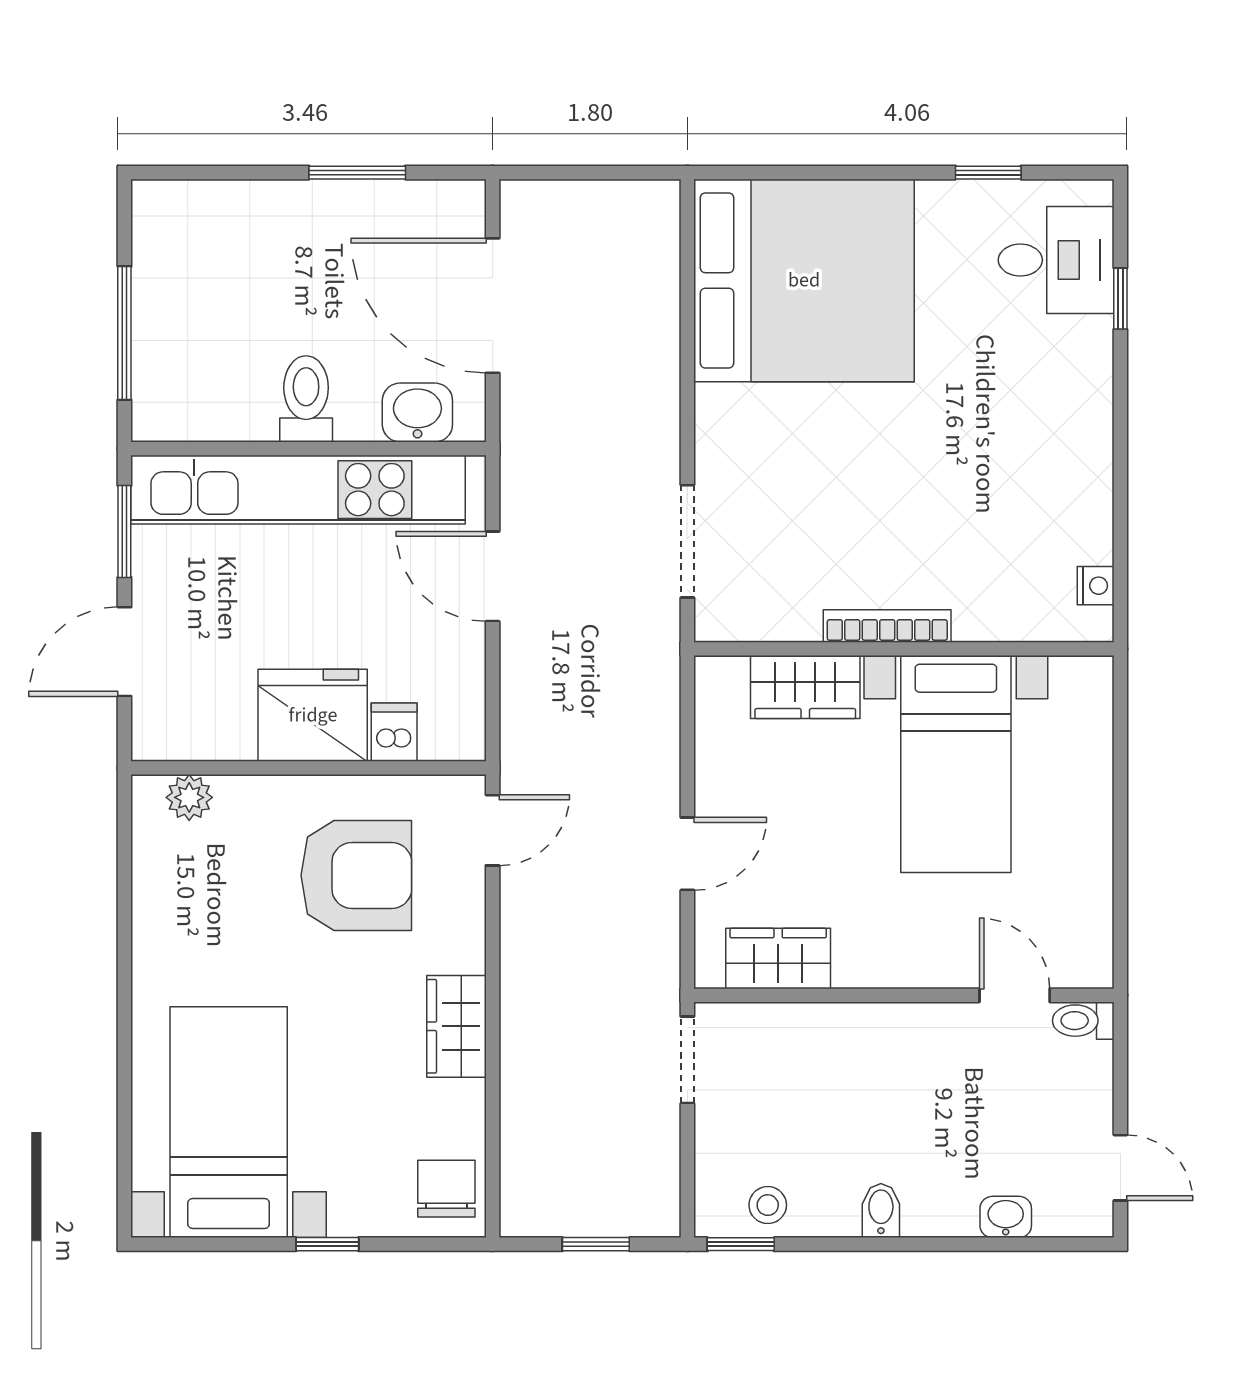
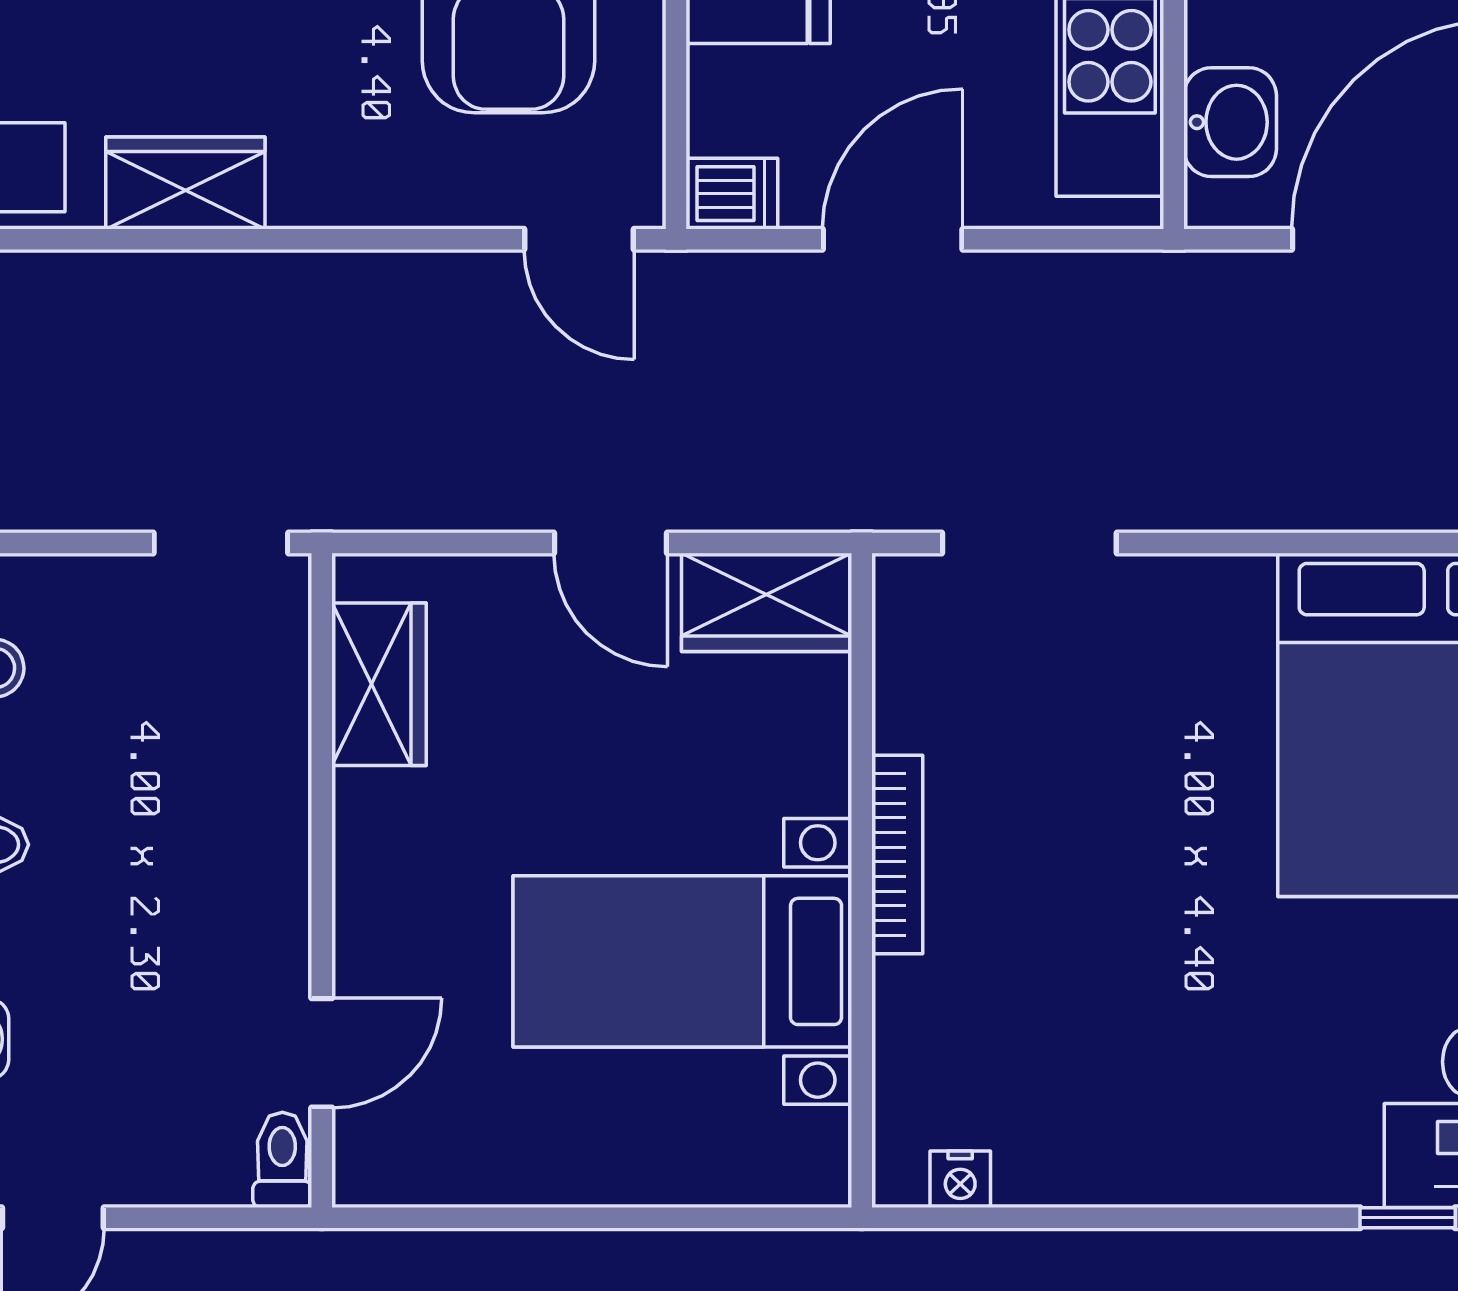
door: (493, 576) -> (893, 239), moved
wardrobe: (805, 687) -> (767, 602), moved, turned -90
dishwasher: (394, 732) -> (732, 194), moved
door: (687, 854) -> (610, 543), moved
wardrobe: (456, 1026) -> (185, 183), moved

